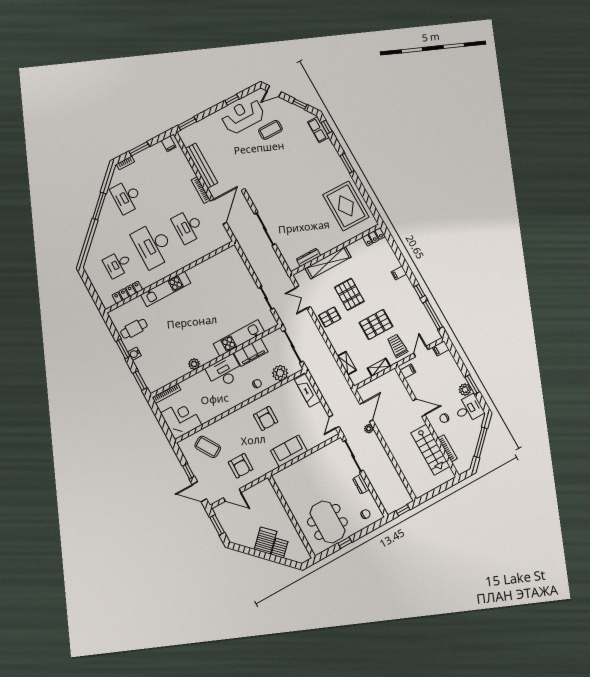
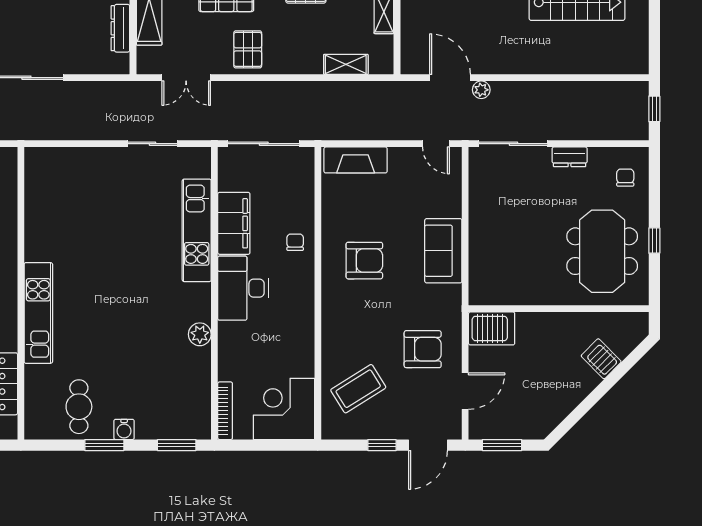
plant: (280, 373) -> (299, 192), removed
meeting table: (327, 522) -> (602, 251), turned 90
server rack: (265, 541) -> (492, 328), moved, turned 135

